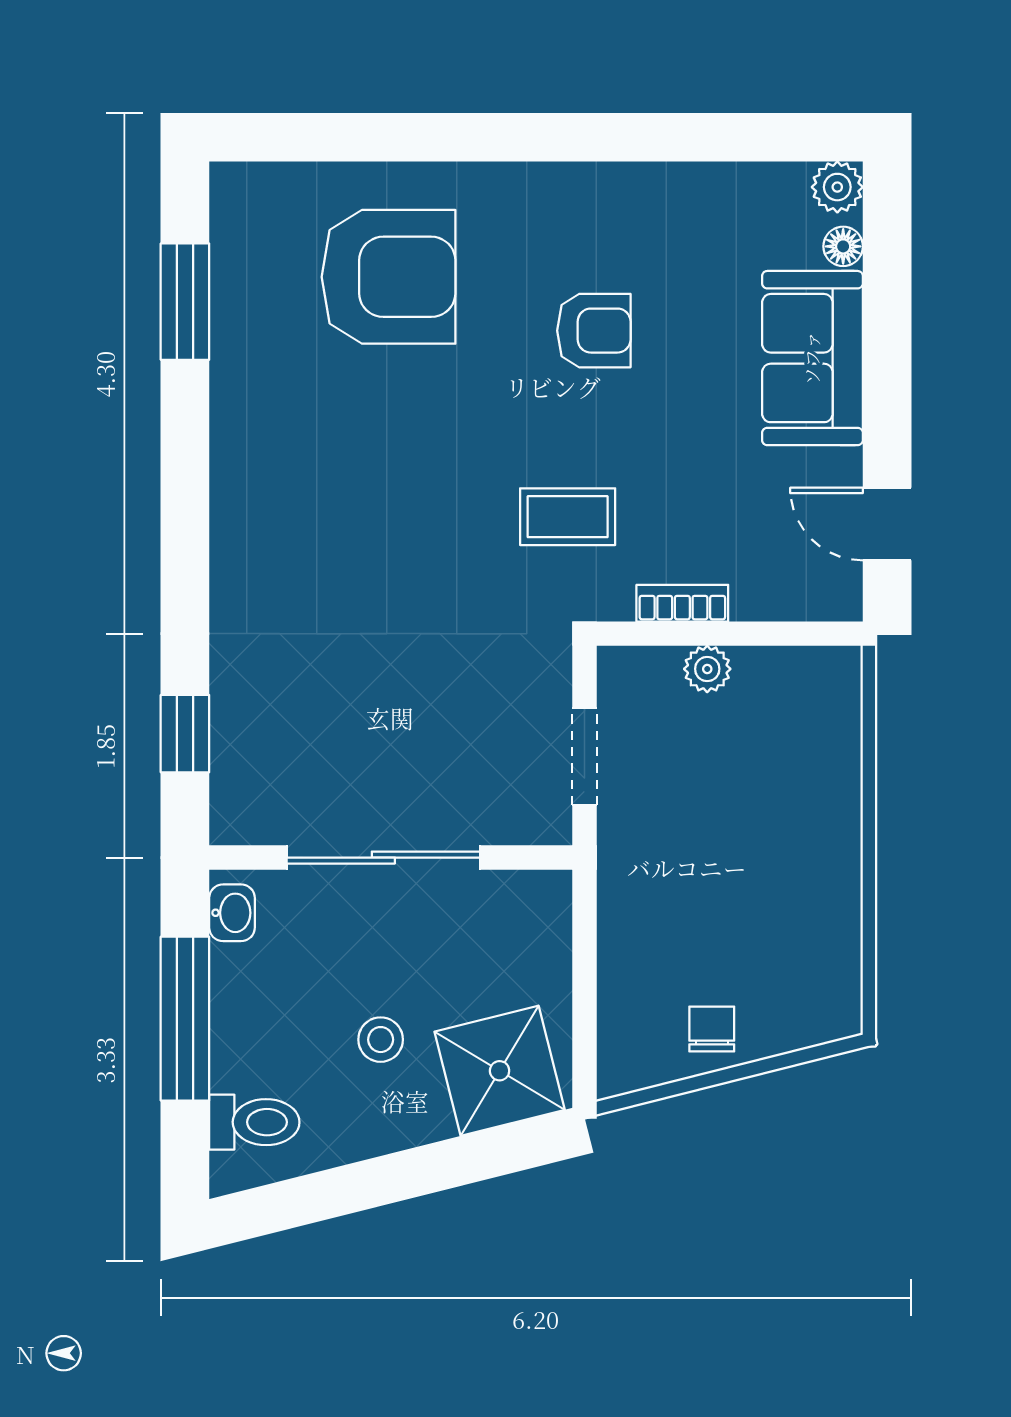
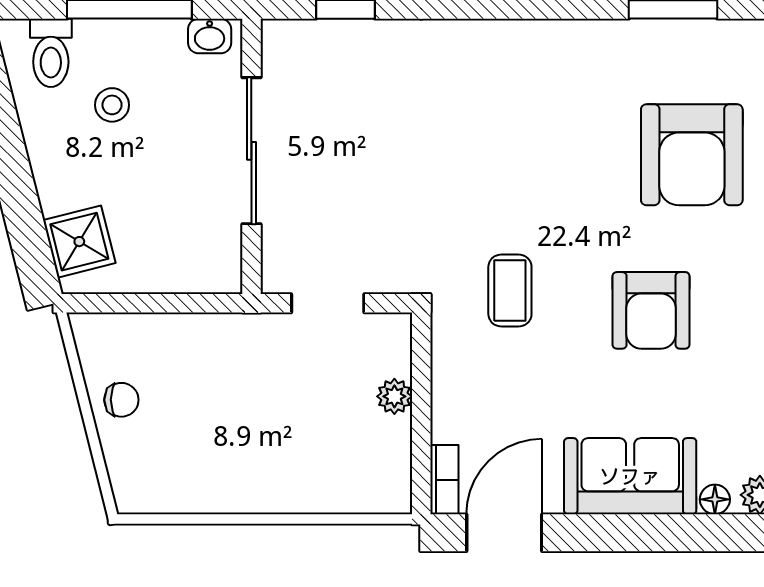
armchair: (594, 331) -> (651, 310), width x1.38, depth x1.38
door: (887, 524) -> (504, 533), width x1.38
bookcase: (682, 603) -> (444, 480), moved
stool: (381, 1040) -> (112, 105), moved
shower: (500, 1071) -> (79, 242), width x0.73, depth x0.73

